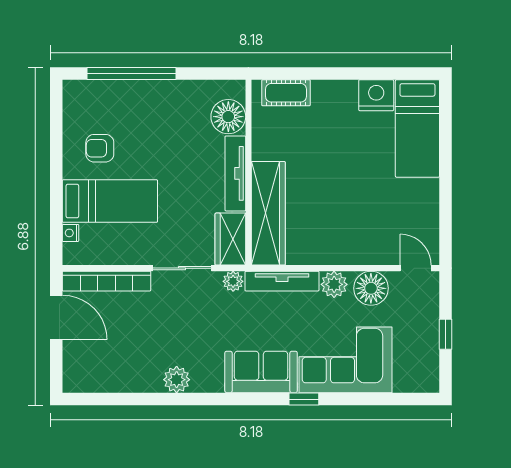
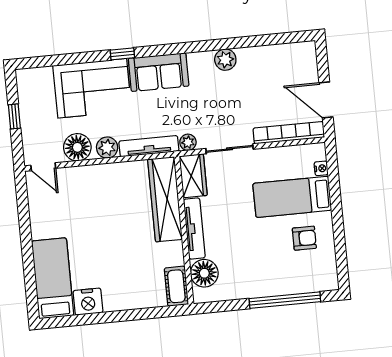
cot: (286, 93) -> (176, 286), moved, turned 90

